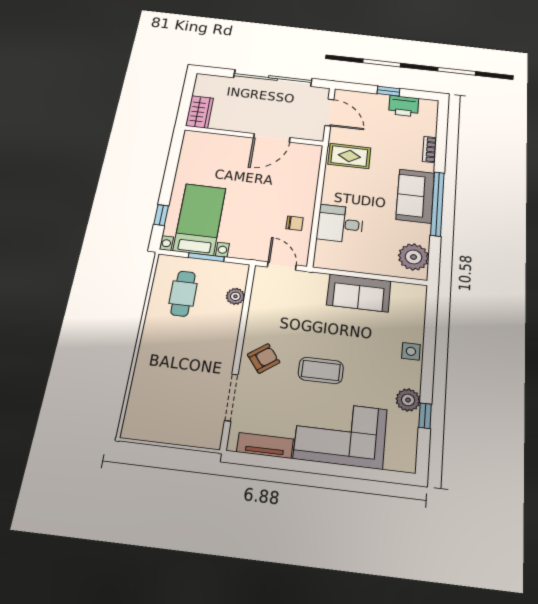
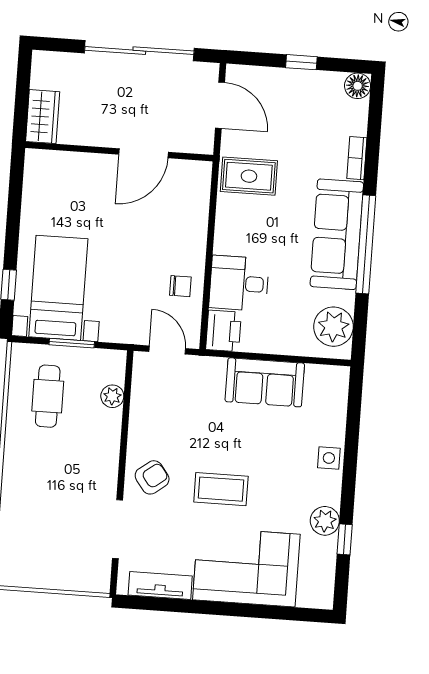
printer: (404, 106) -> (224, 331), moved, turned -90
floor lamp: (429, 107) -> (358, 86), added
sofa: (415, 196) -> (337, 234), width x1.36

